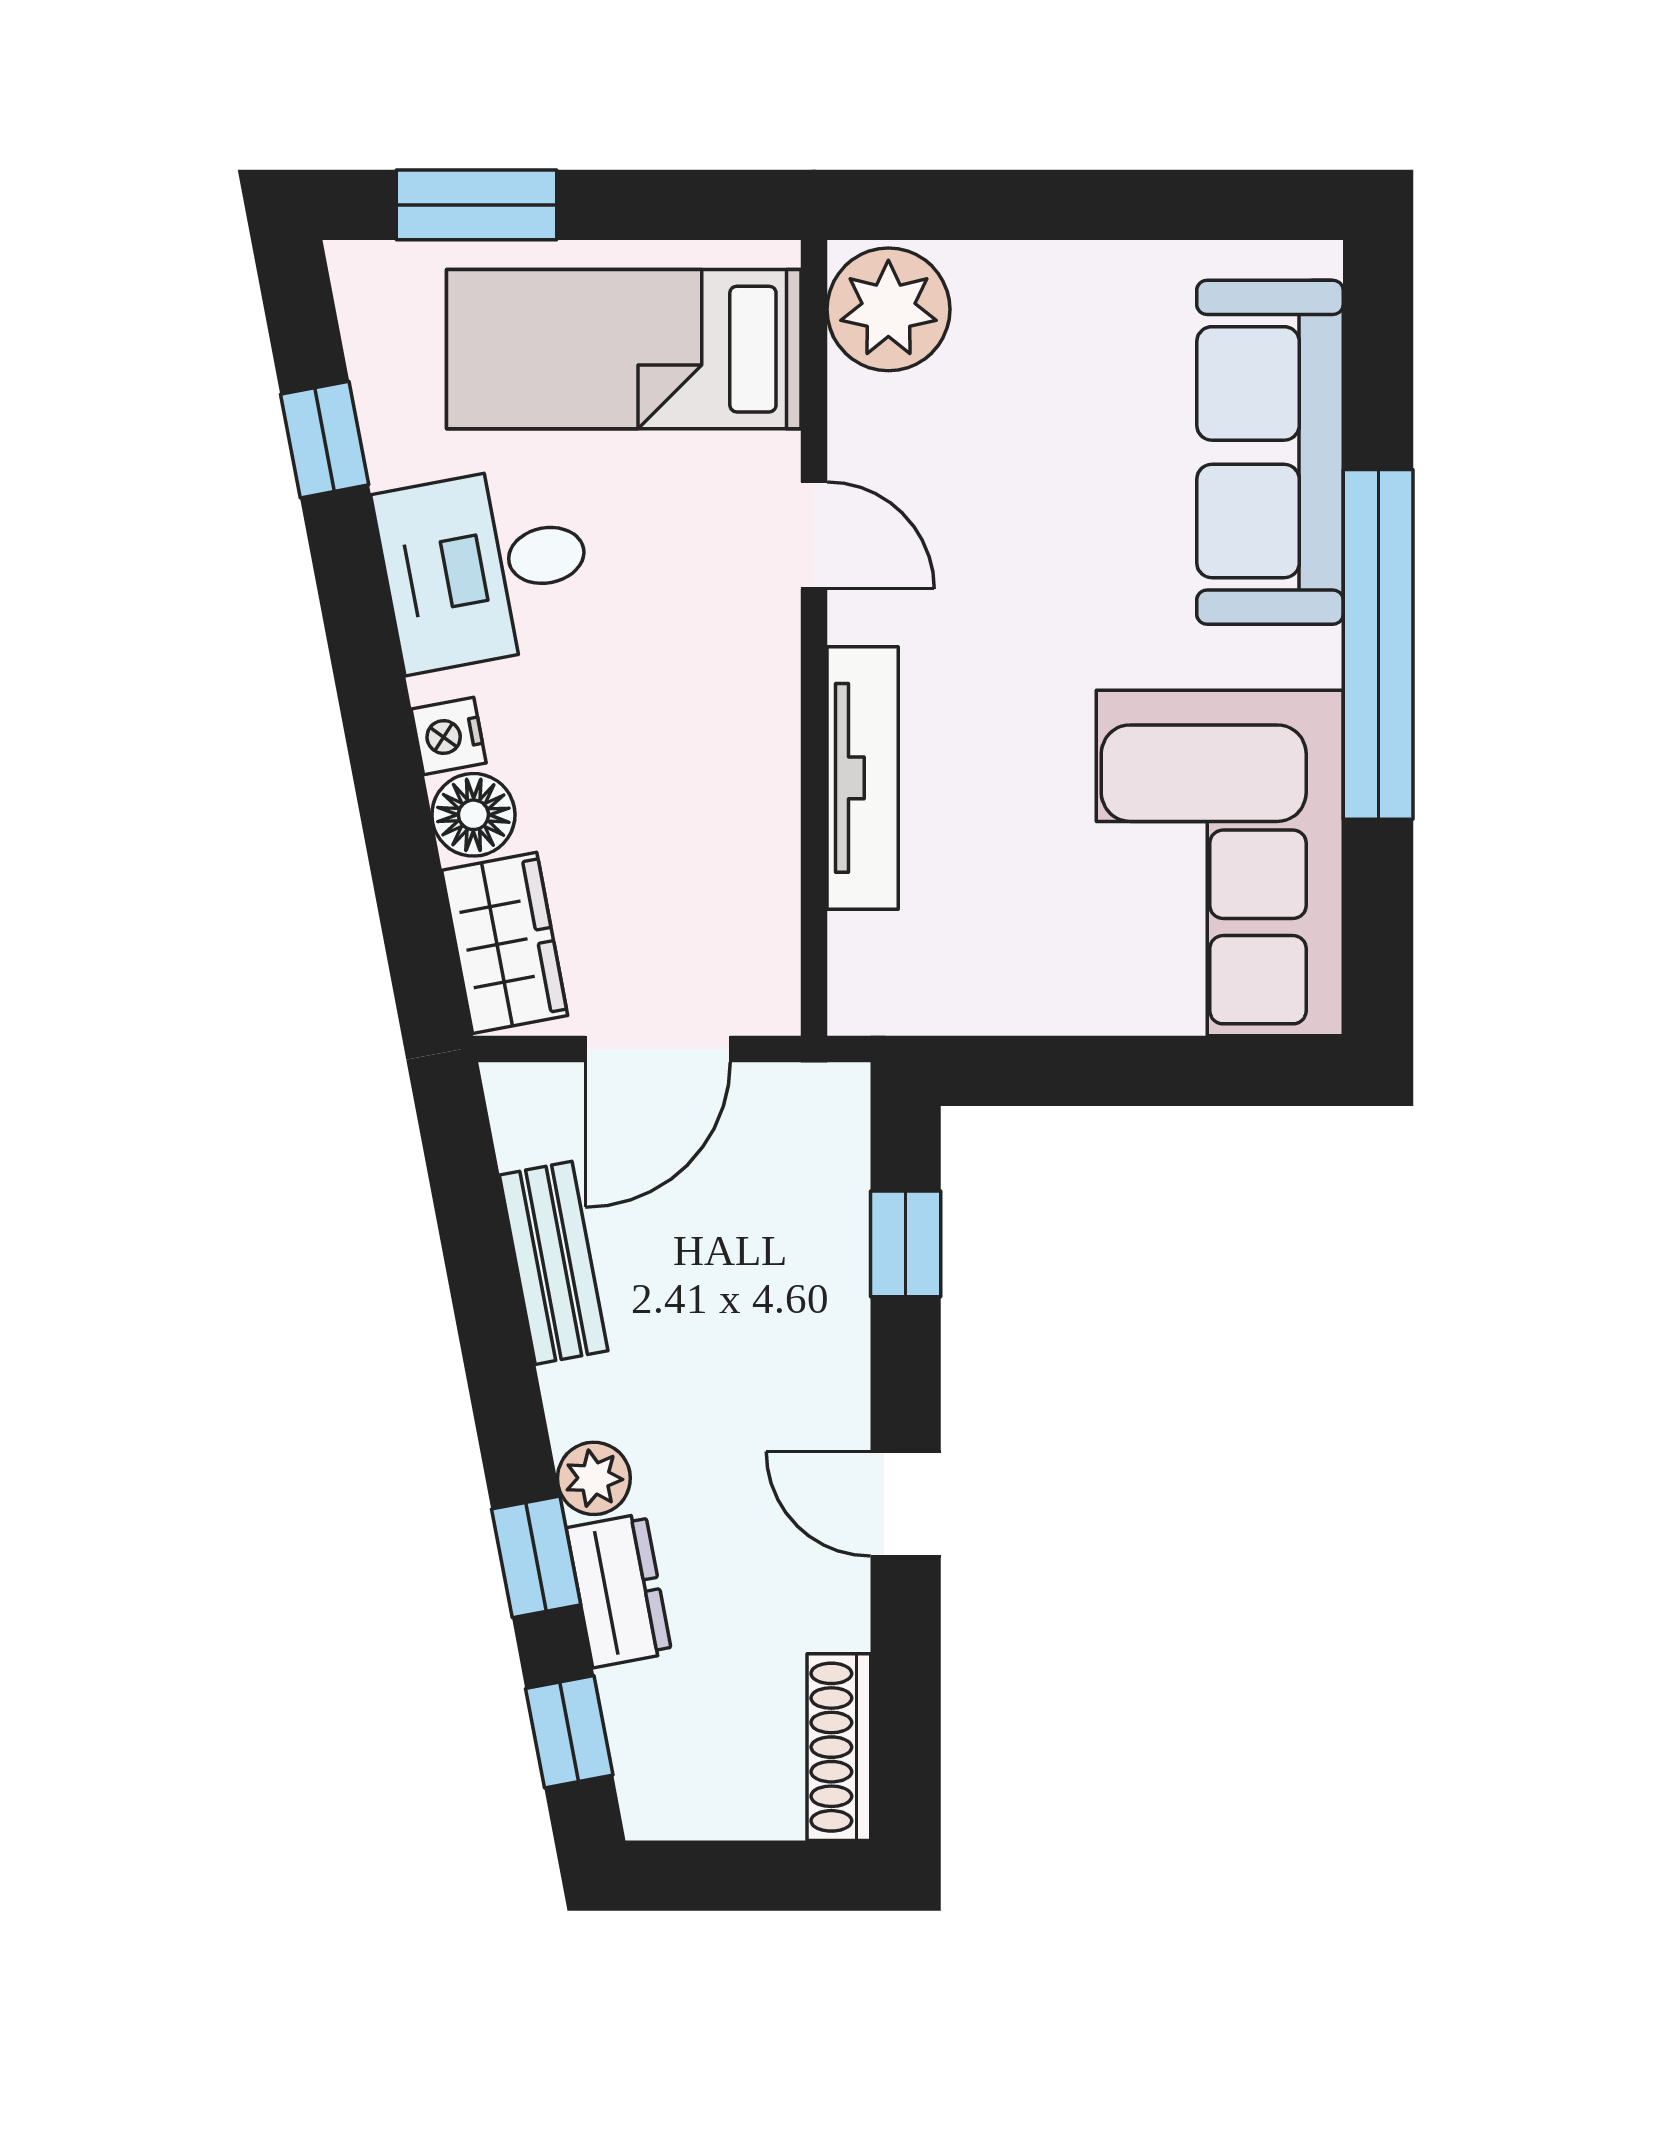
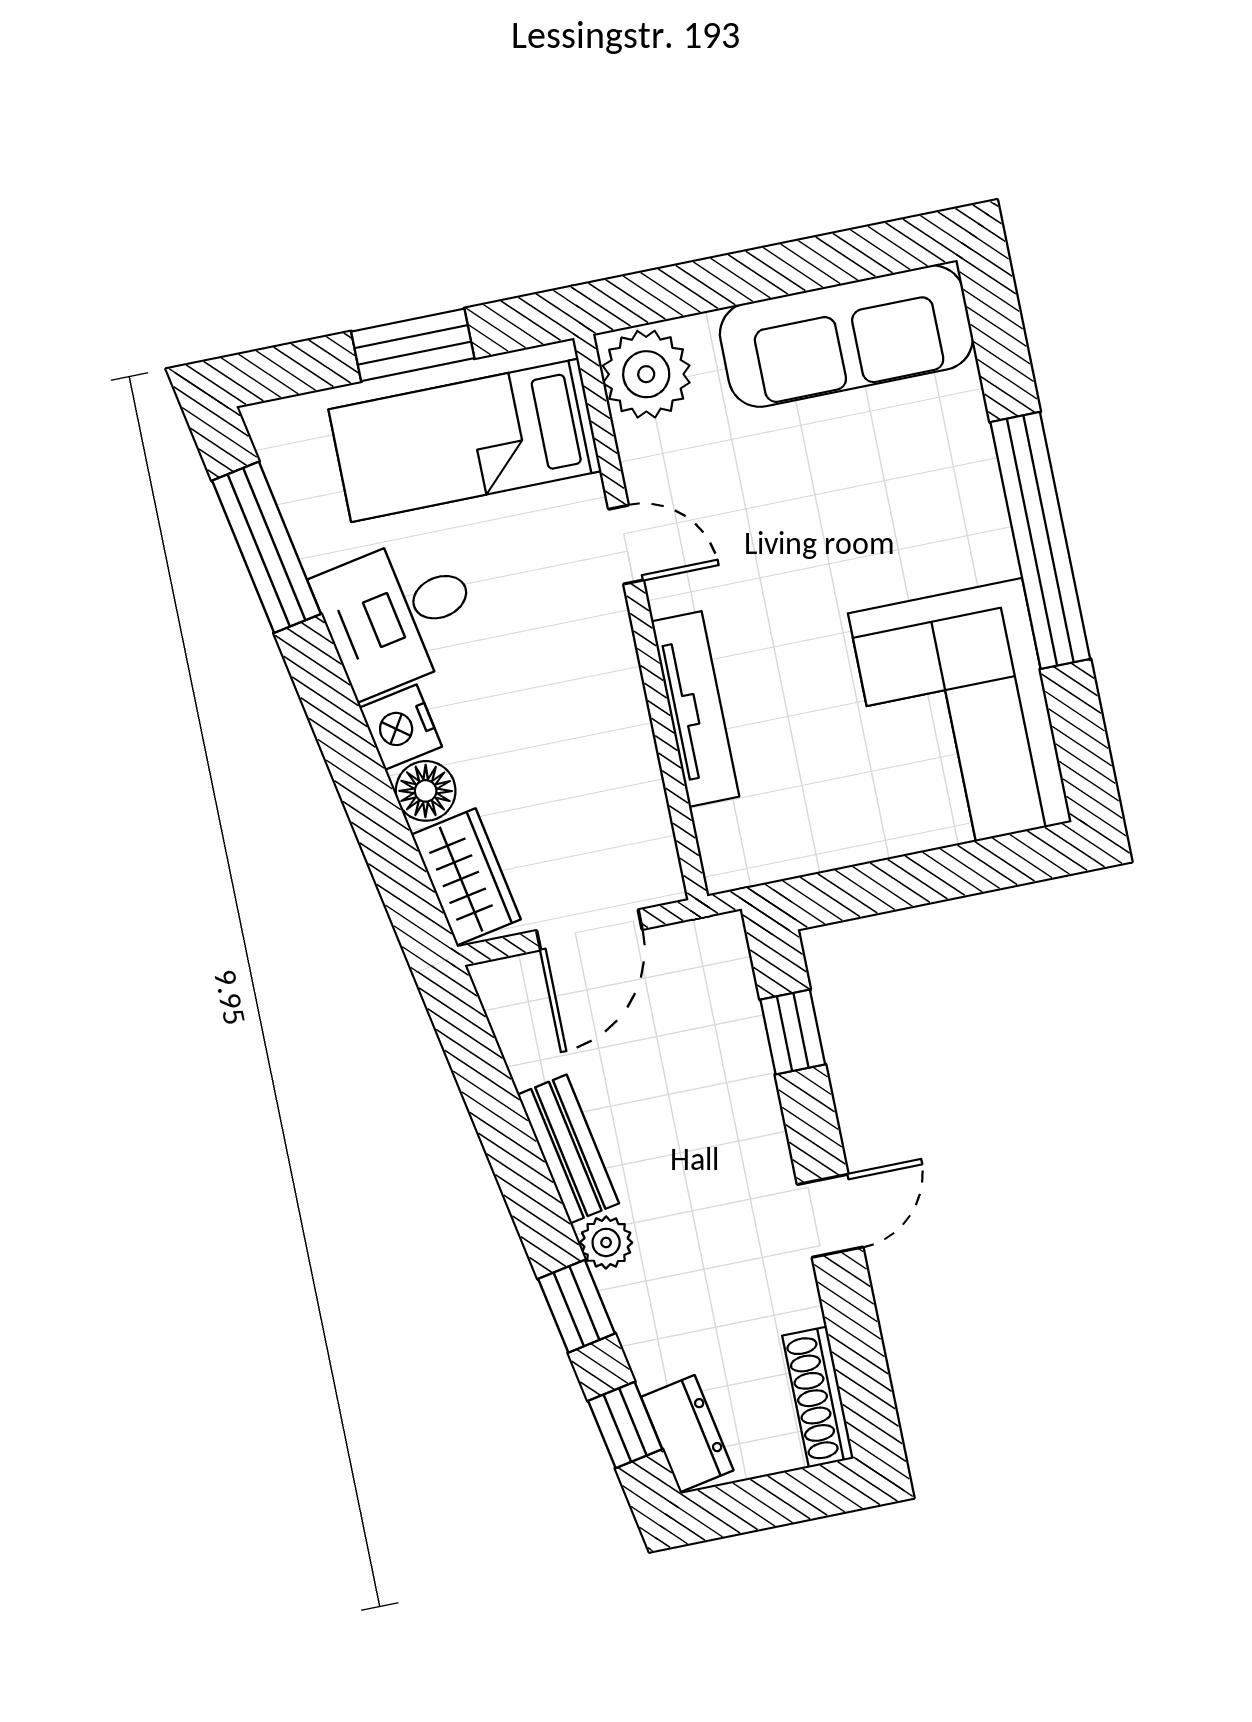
window: (477, 205) -> (413, 345), moved
window: (325, 440) -> (267, 547), width x2.17
sofa: (1270, 452) -> (846, 336), moved, turned -90
nightstand: (449, 736) -> (401, 727), width x1.39, depth x1.35
bench: (554, 1263) -> (568, 1149), moved
door: (906, 1504) -> (830, 1216), swing flipped
dresser: (619, 1590) -> (687, 1434), moved

